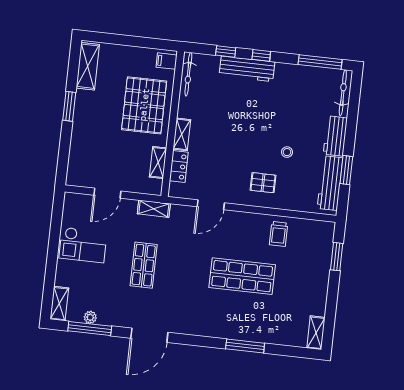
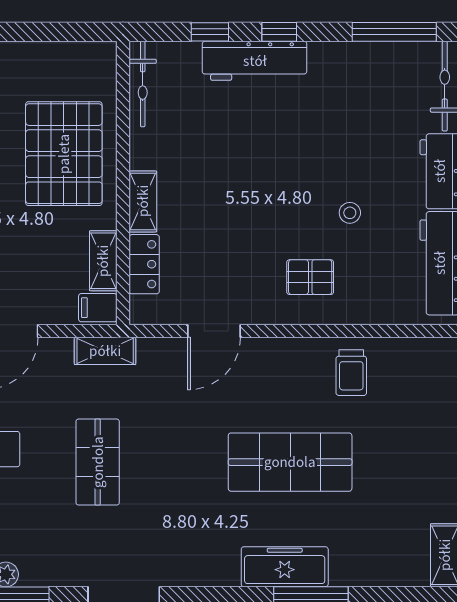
filing cabinet: (167, 61) -> (98, 308), moved
freezer: (233, 329) -> (285, 567), added

